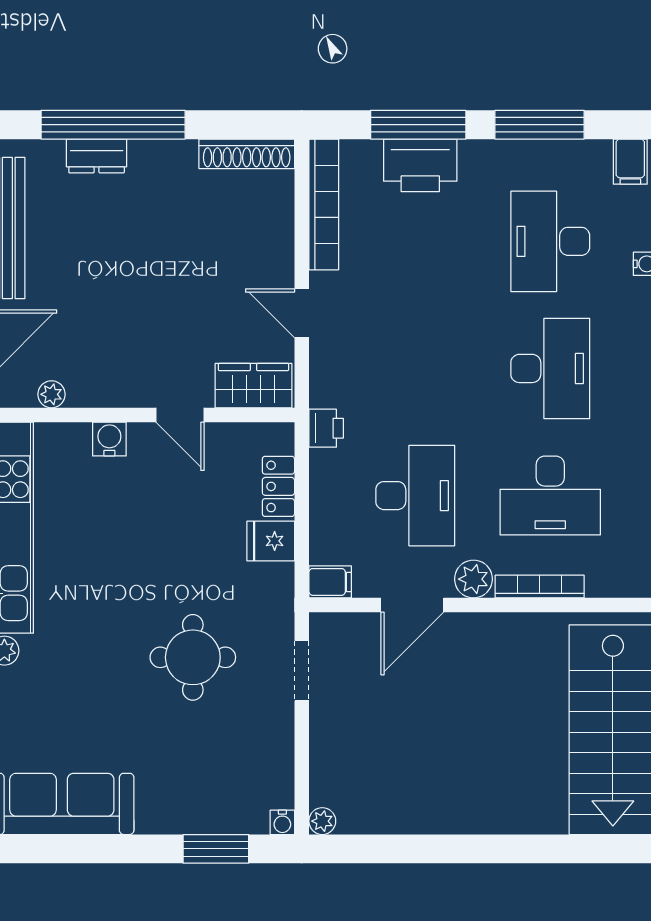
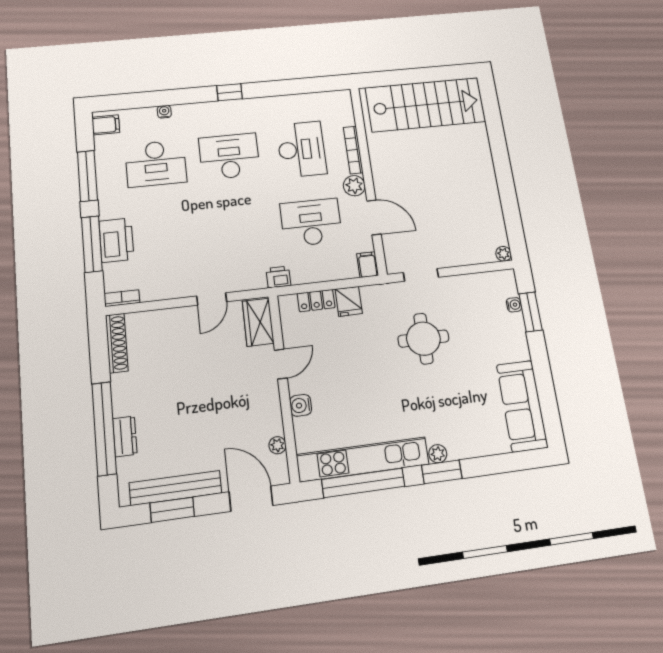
bookcase: (324, 204) -> (122, 298), width x0.43, depth x0.76
water cooler: (282, 822) -> (514, 305), moved

